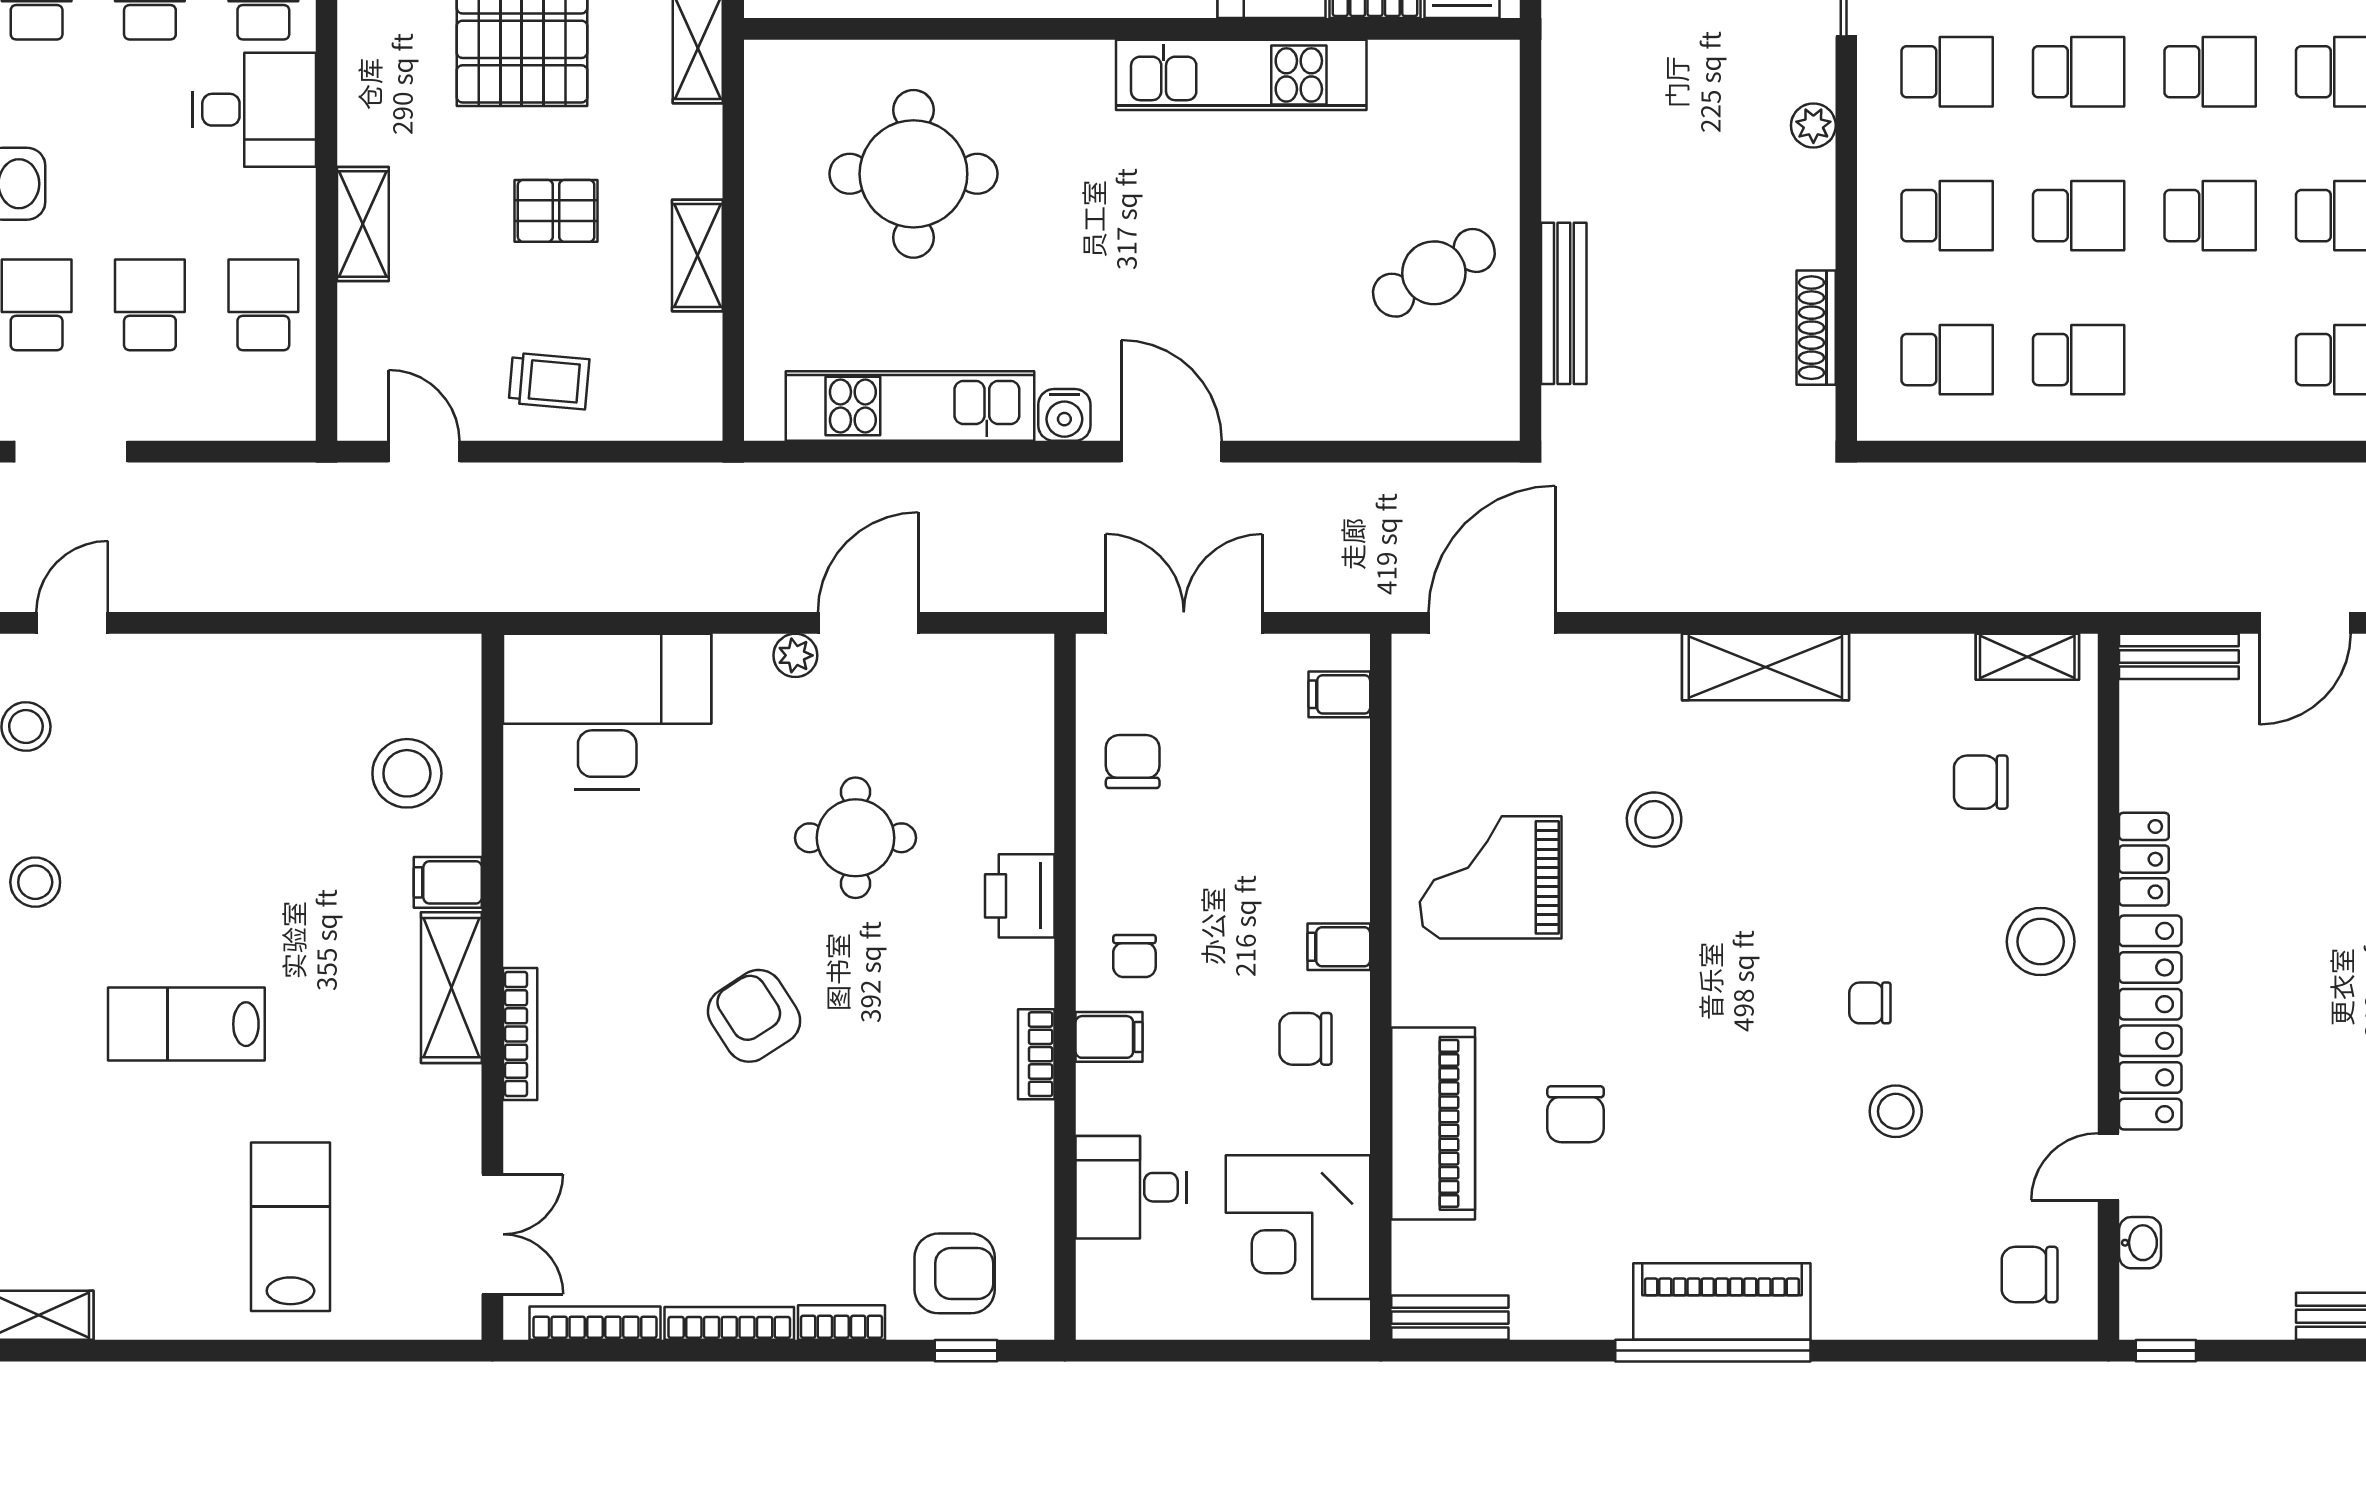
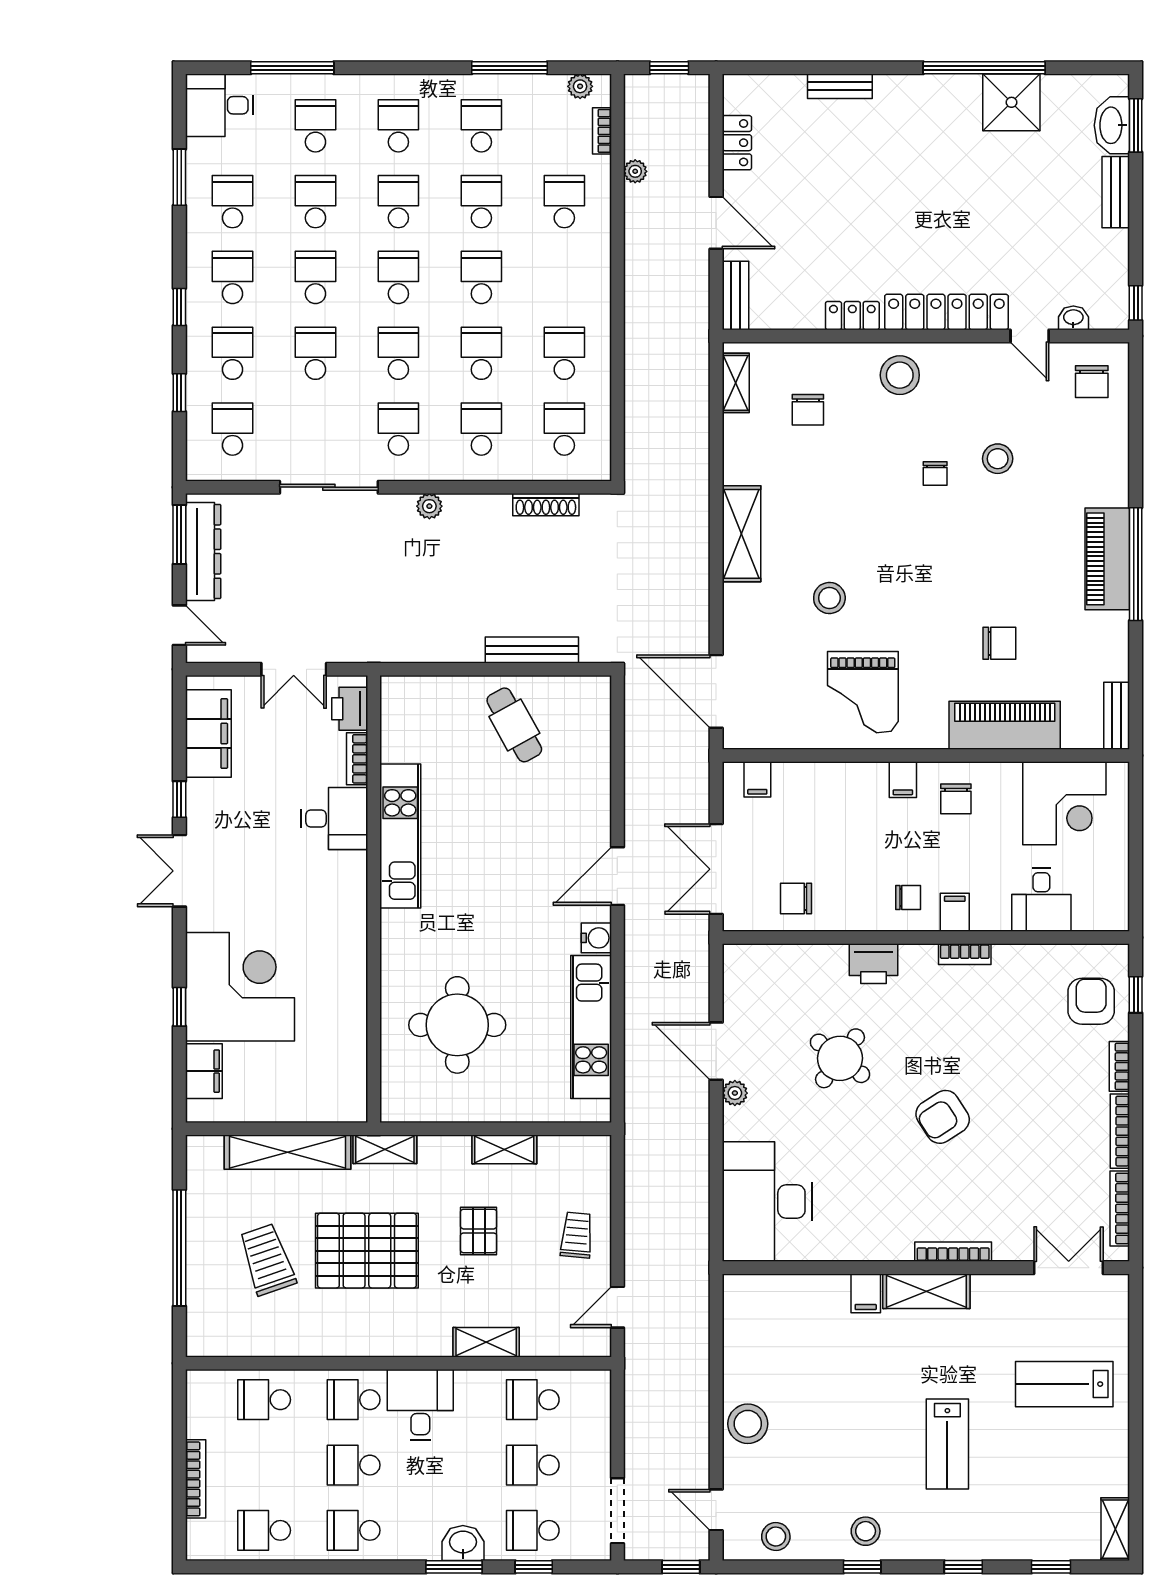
stool: (407, 773) -> (748, 1424), moved
round table: (856, 838) -> (840, 1058), turned 37

